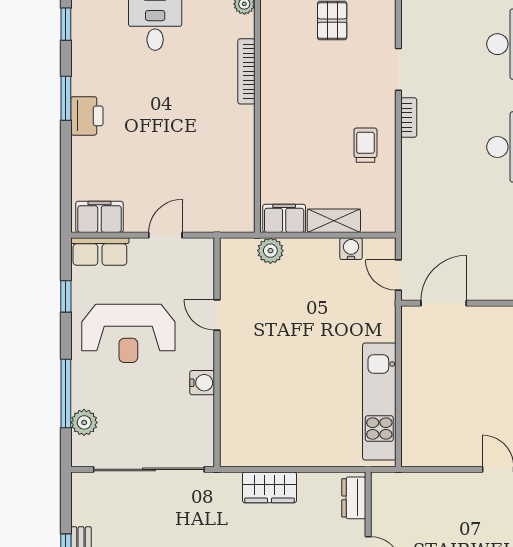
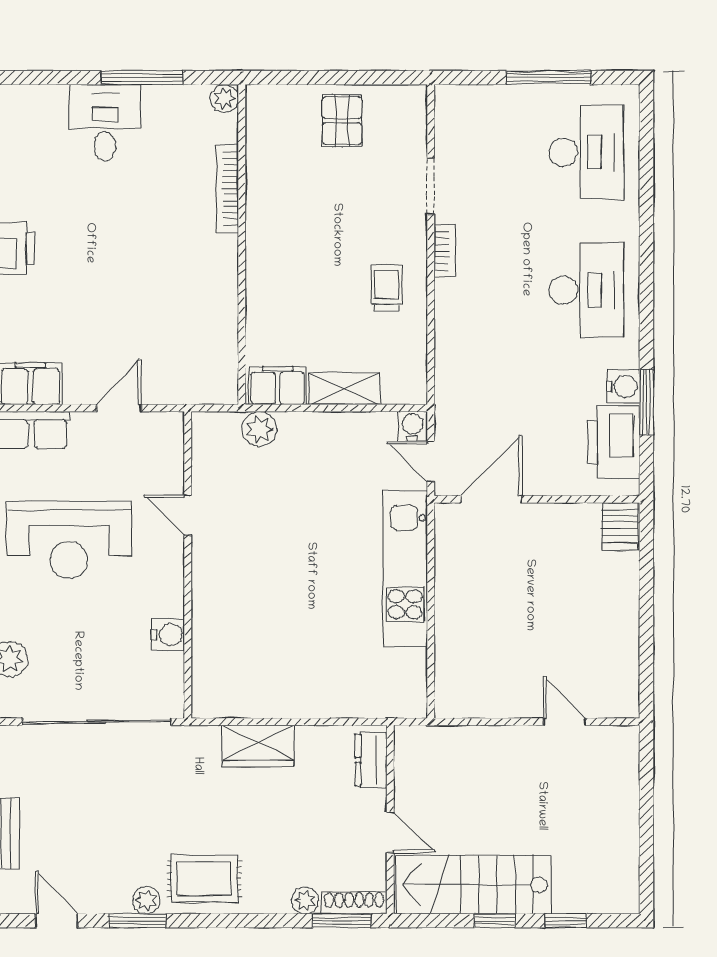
water cooler: (351, 249) -> (412, 426), moved
water cooler: (202, 383) -> (168, 634), moved
kitchen unit: (379, 402) -> (405, 568), moved

